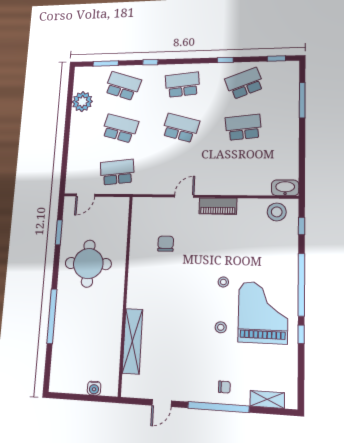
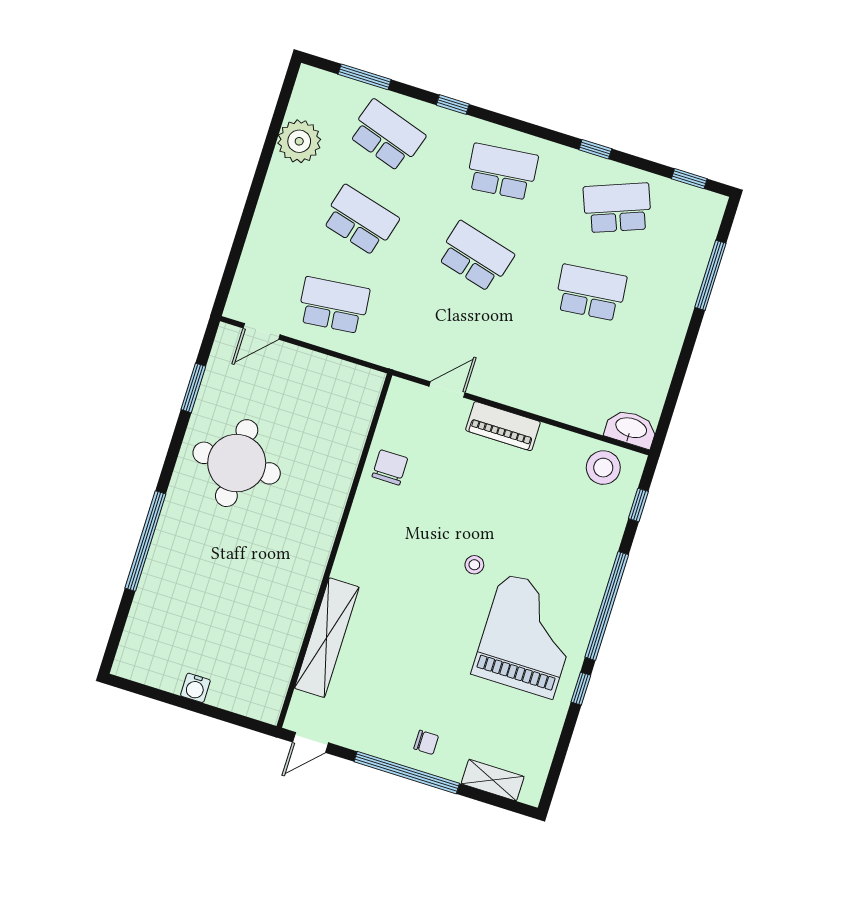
wall: (125, 294) -> (334, 551), moved
stool: (221, 327) -> (448, 642), removed
shelving: (132, 341) -> (327, 638), moved

